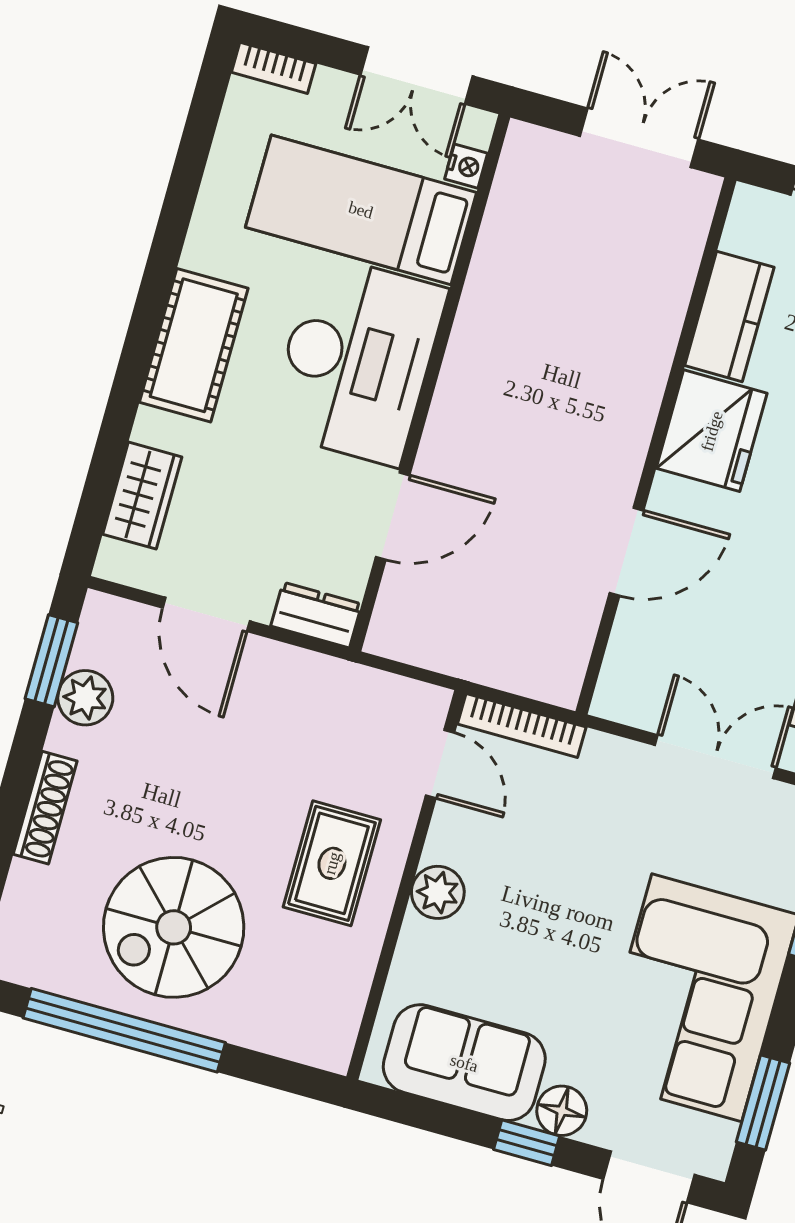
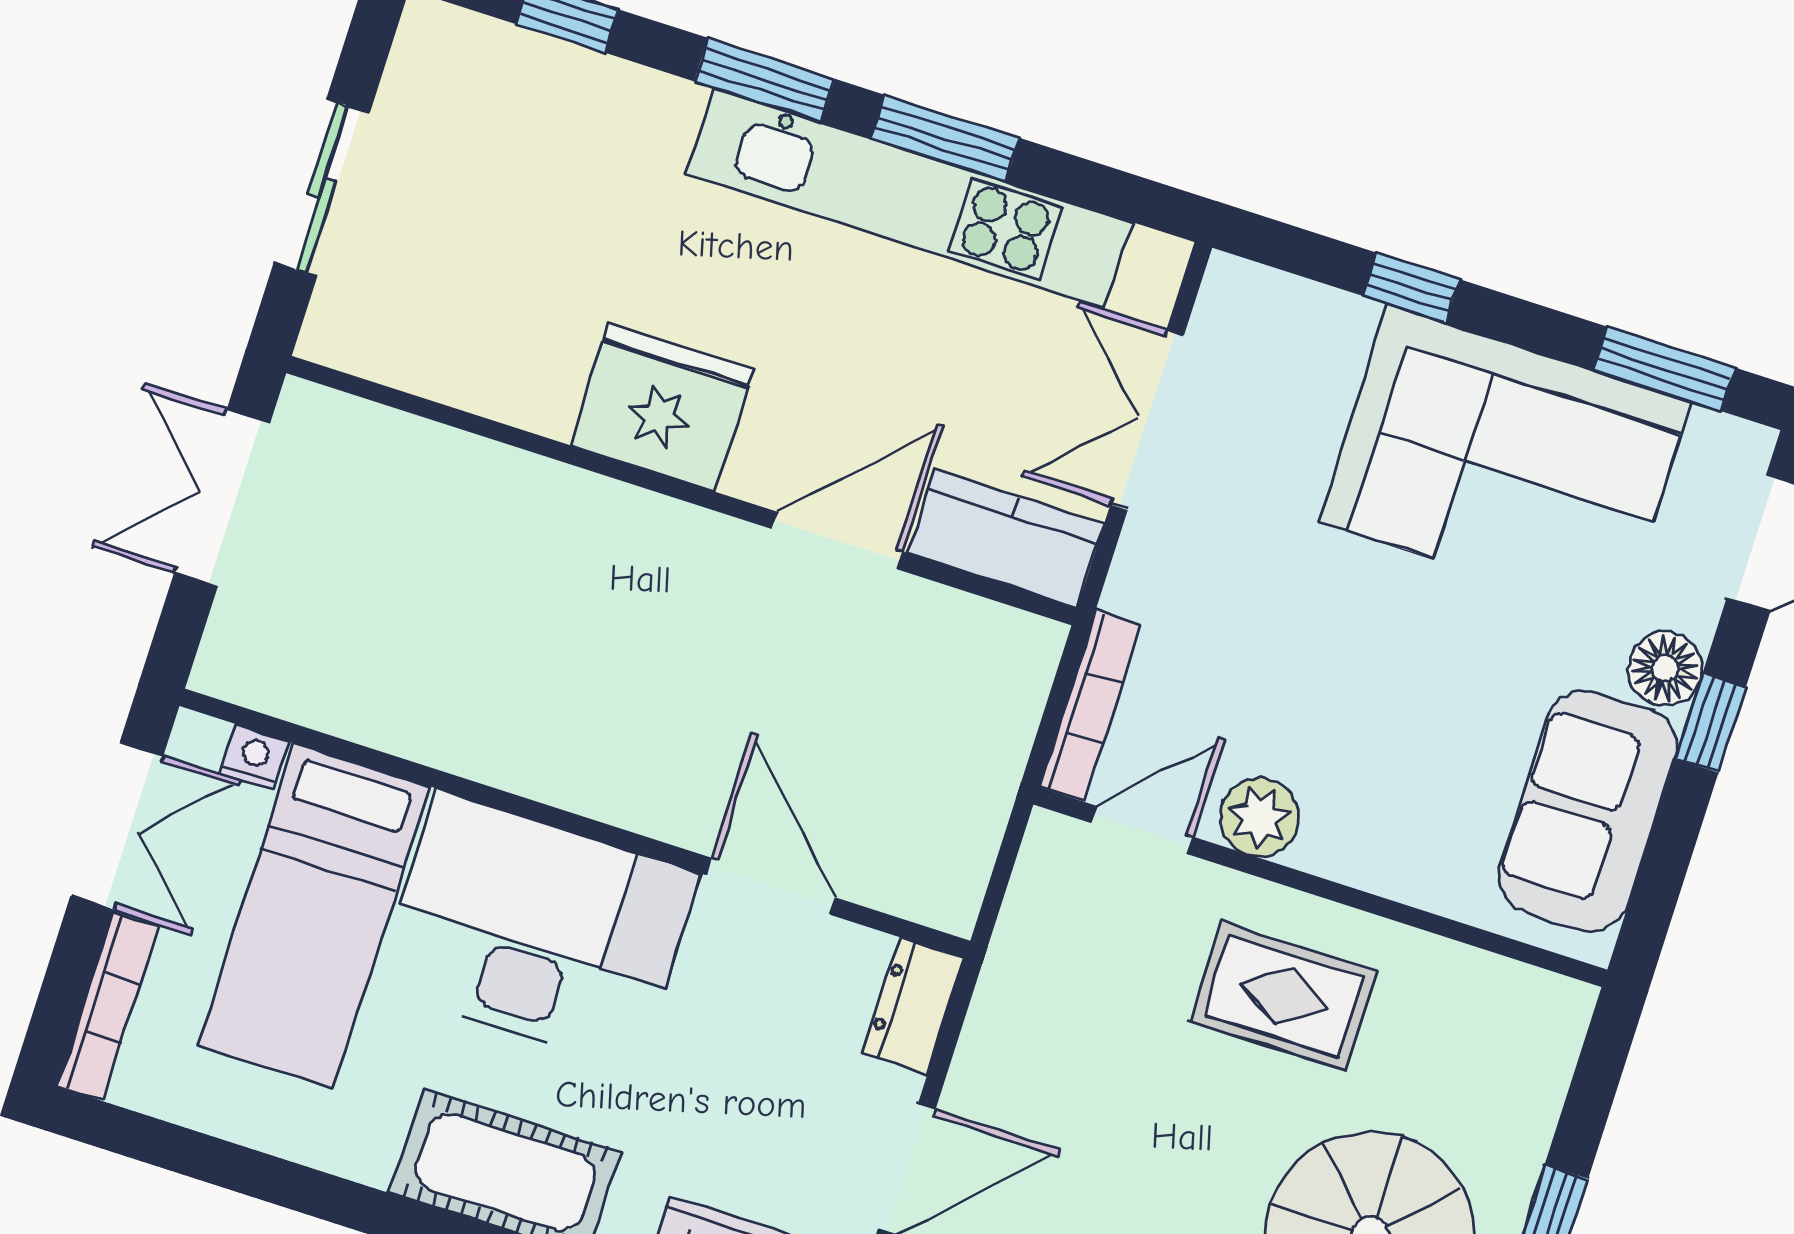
bookcase: (274, 68) -> (108, 1006), width x1.56
kitchen counter: (729, 316) -> (1005, 538), moved
door: (626, 552) -> (837, 541), hinge flipped
plant: (438, 892) -> (1259, 817), moved

